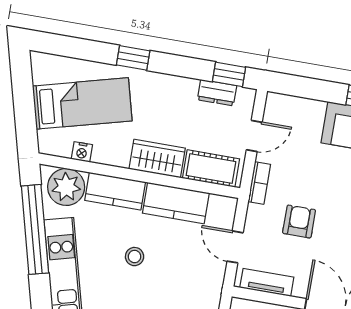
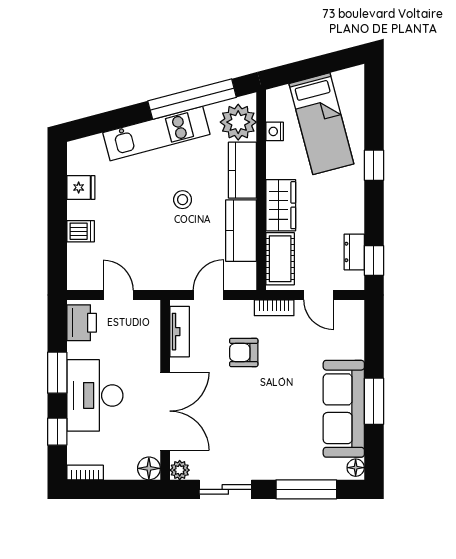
armchair: (299, 222) -> (244, 352), turned 180

